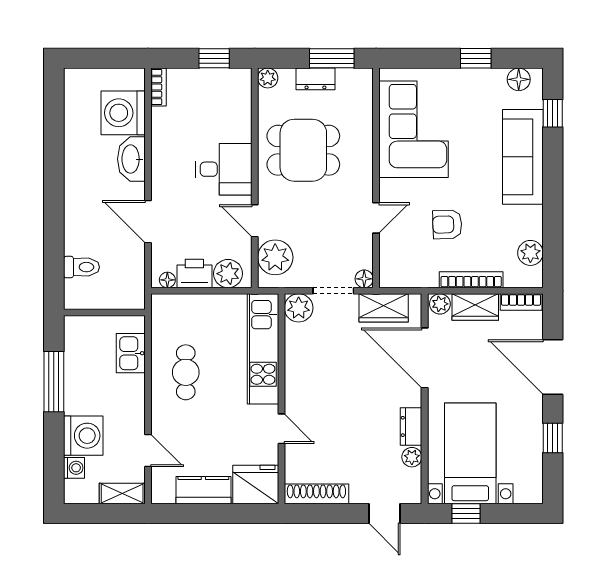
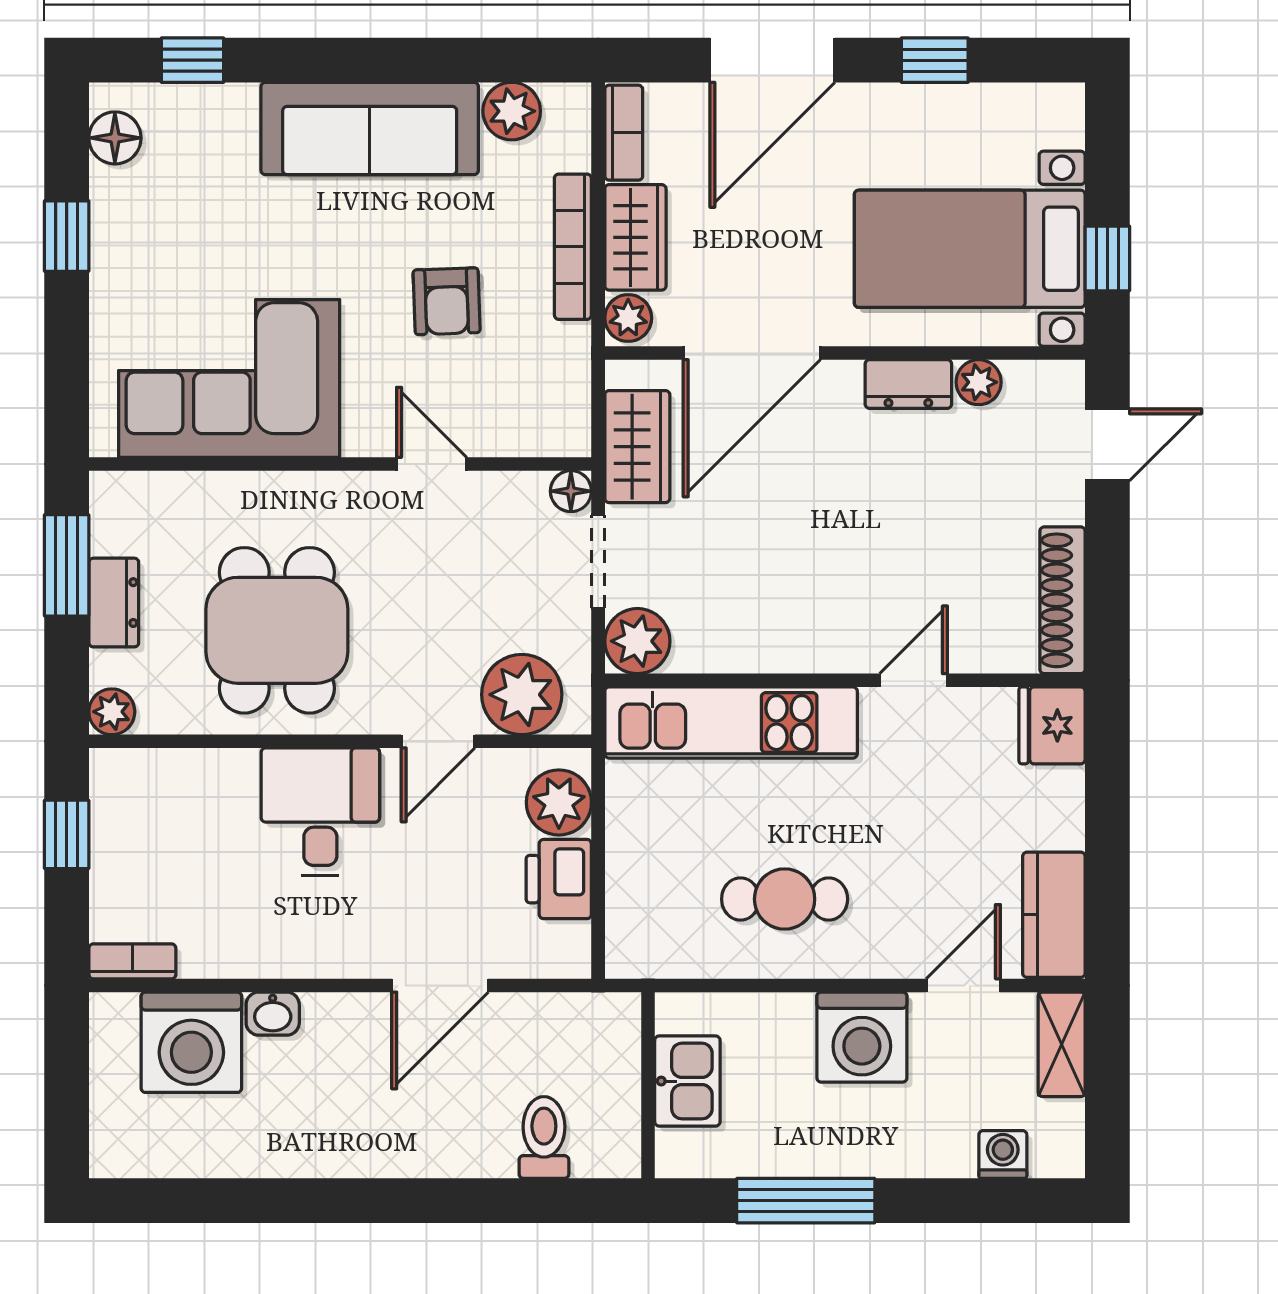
sofa: (523, 157) -> (370, 129), moved
washbasin: (131, 159) -> (273, 1014), width x0.52, depth x0.69
floor lamp: (167, 280) -> (573, 941), removed
kitchen sink: (131, 353) -> (687, 1081), moved, turned -90
washing machine: (83, 436) -> (862, 1037), moved, turned 180
fridge: (256, 484) -> (1052, 725), width x0.73, depth x0.75
kitchen counter: (203, 490) -> (1054, 915), moved

